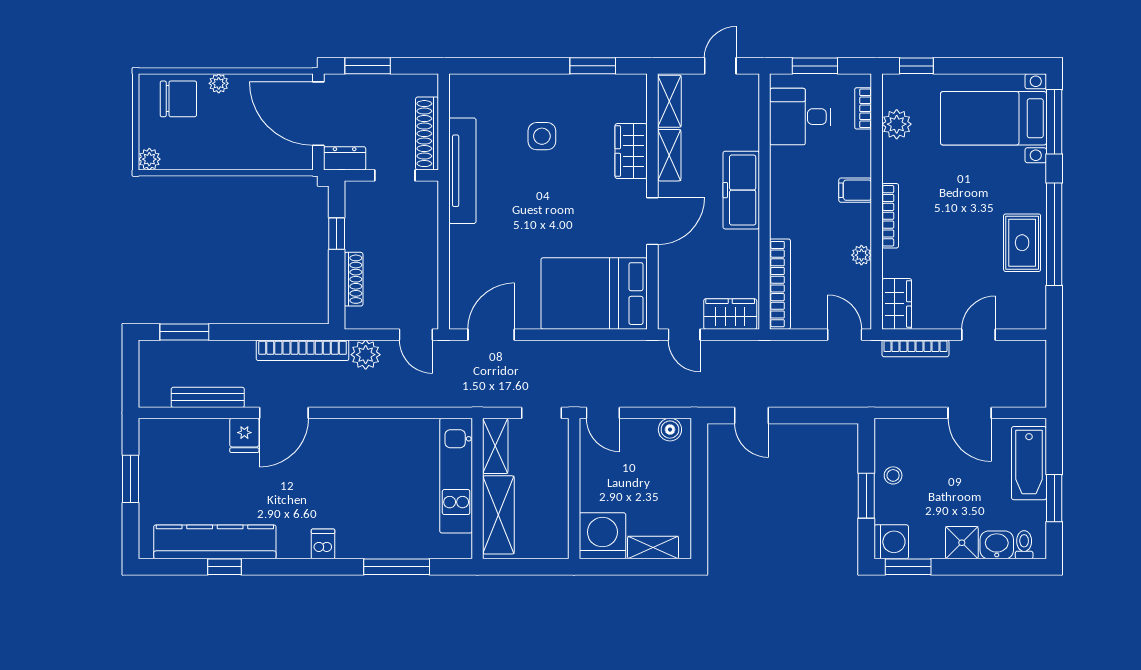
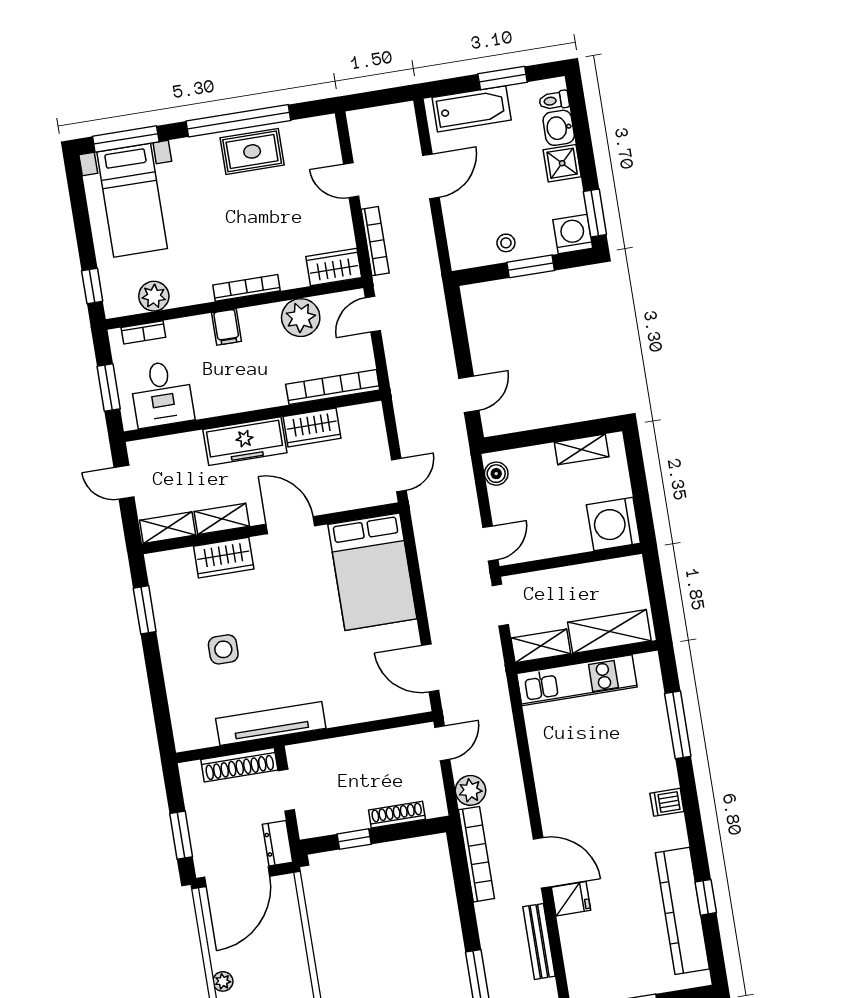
plant: (861, 255) -> (301, 318), width x1.88, depth x1.88
wardrobe: (730, 314) -> (312, 427), moved, turned -90
shelving: (653, 548) -> (582, 449), moved, turned 90

